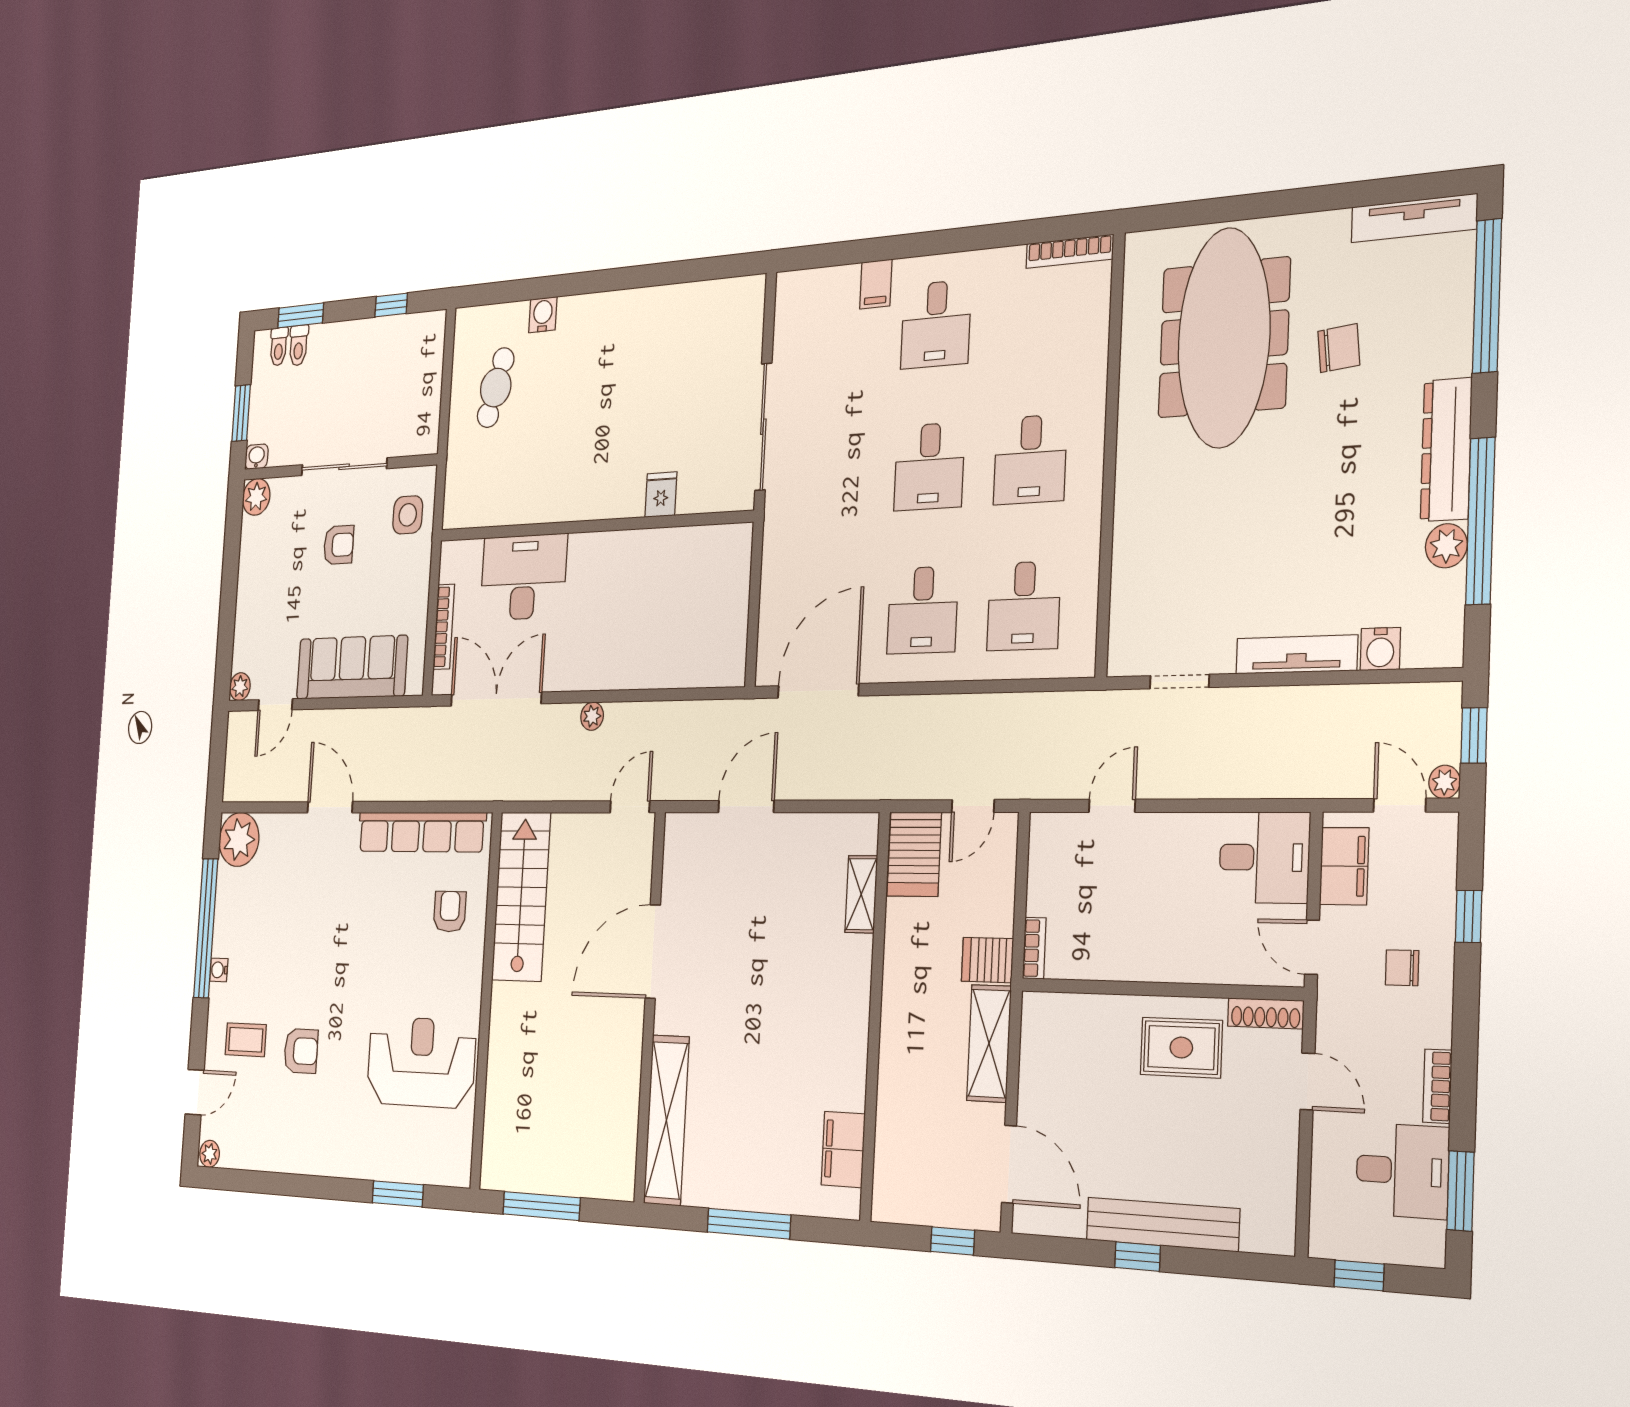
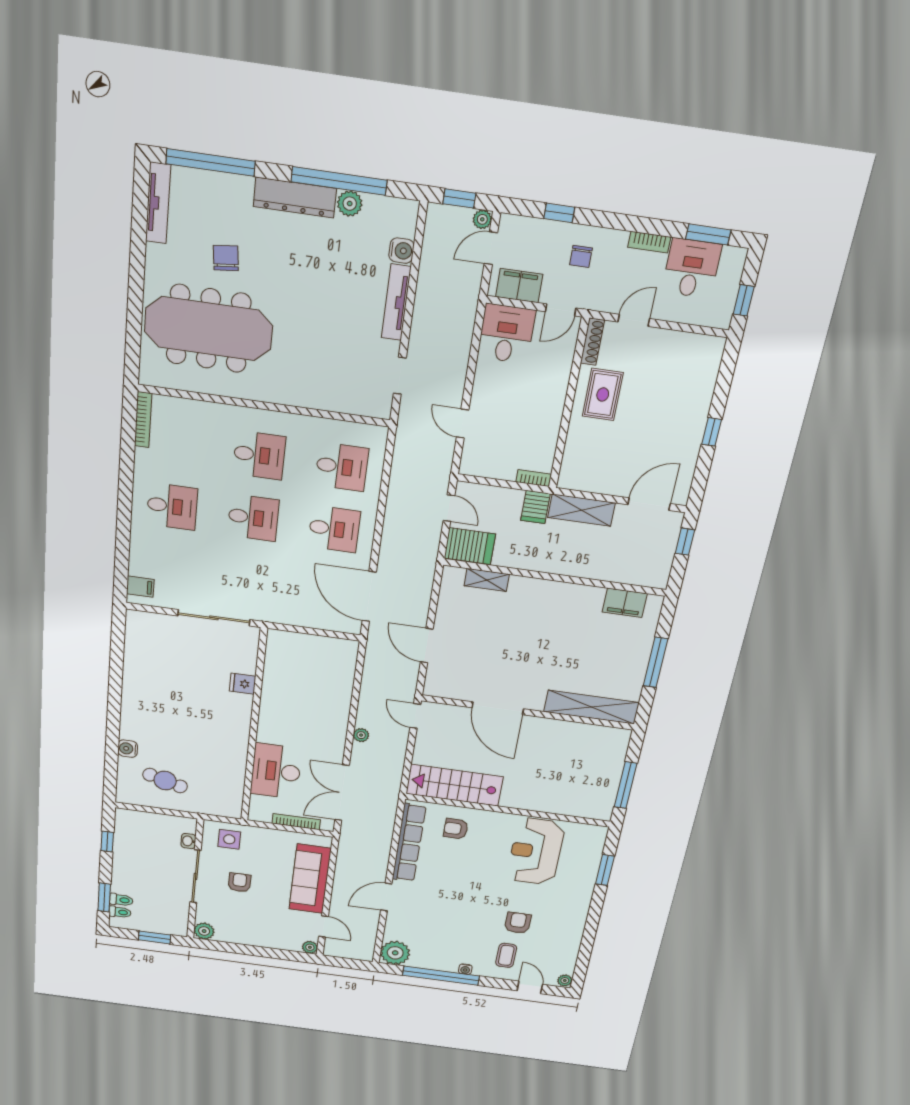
filing cabinet: (876, 284) -> (140, 587), moved
washbasin: (257, 457) -> (188, 841), moved
bench: (1162, 1224) -> (697, 415), removed

